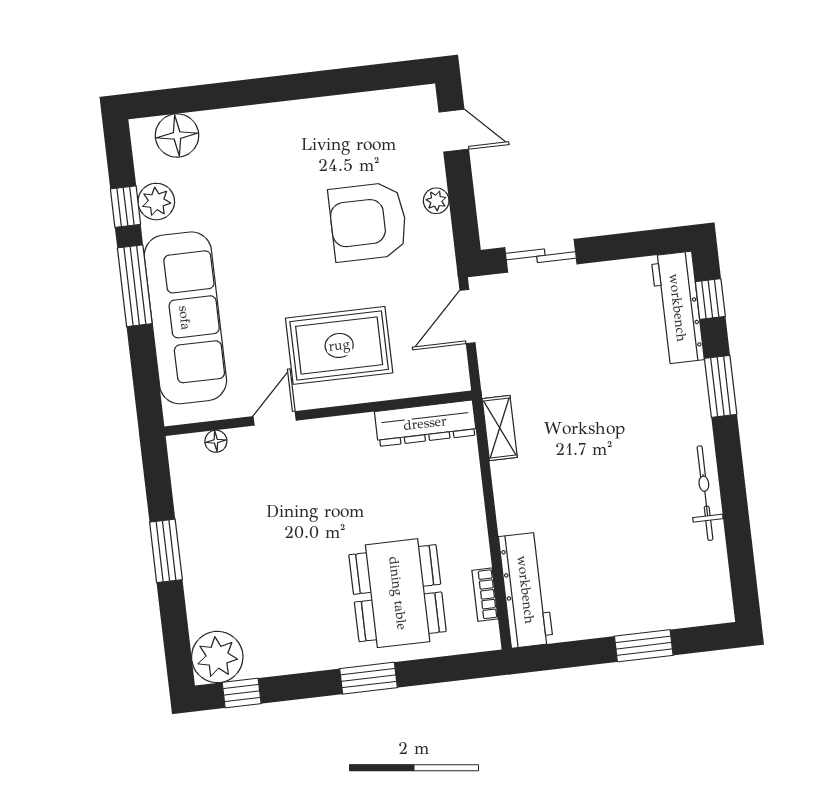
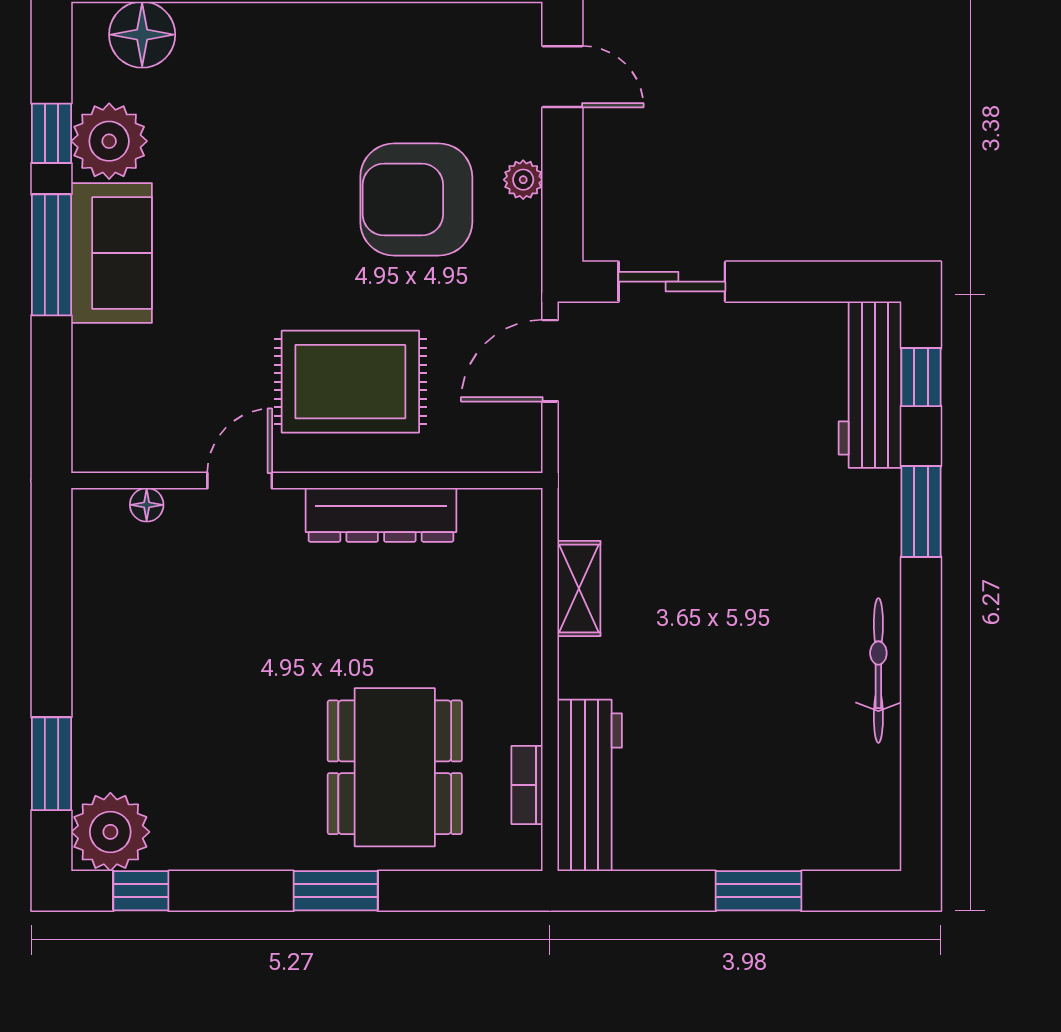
plant: (156, 202) -> (109, 141), width x1.36, depth x1.36
sofa: (185, 318) -> (112, 253), width x0.54, depth x0.79
dresser: (425, 423) -> (381, 515), moved
shelving: (500, 428) -> (579, 589), moved
window: (166, 551) -> (51, 764), moved

